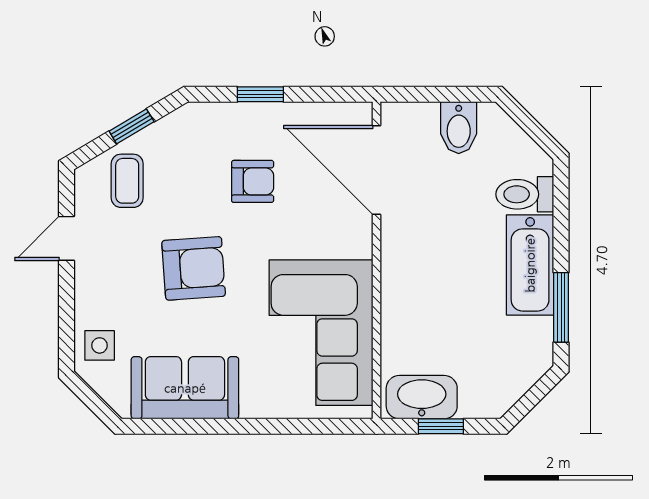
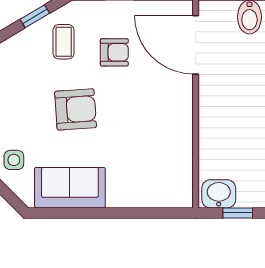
coffee table: (127, 181) -> (64, 42), moved
corner sofa: (321, 333) -> (159, 152), removed
washbasin: (422, 397) -> (219, 194), width x0.72

